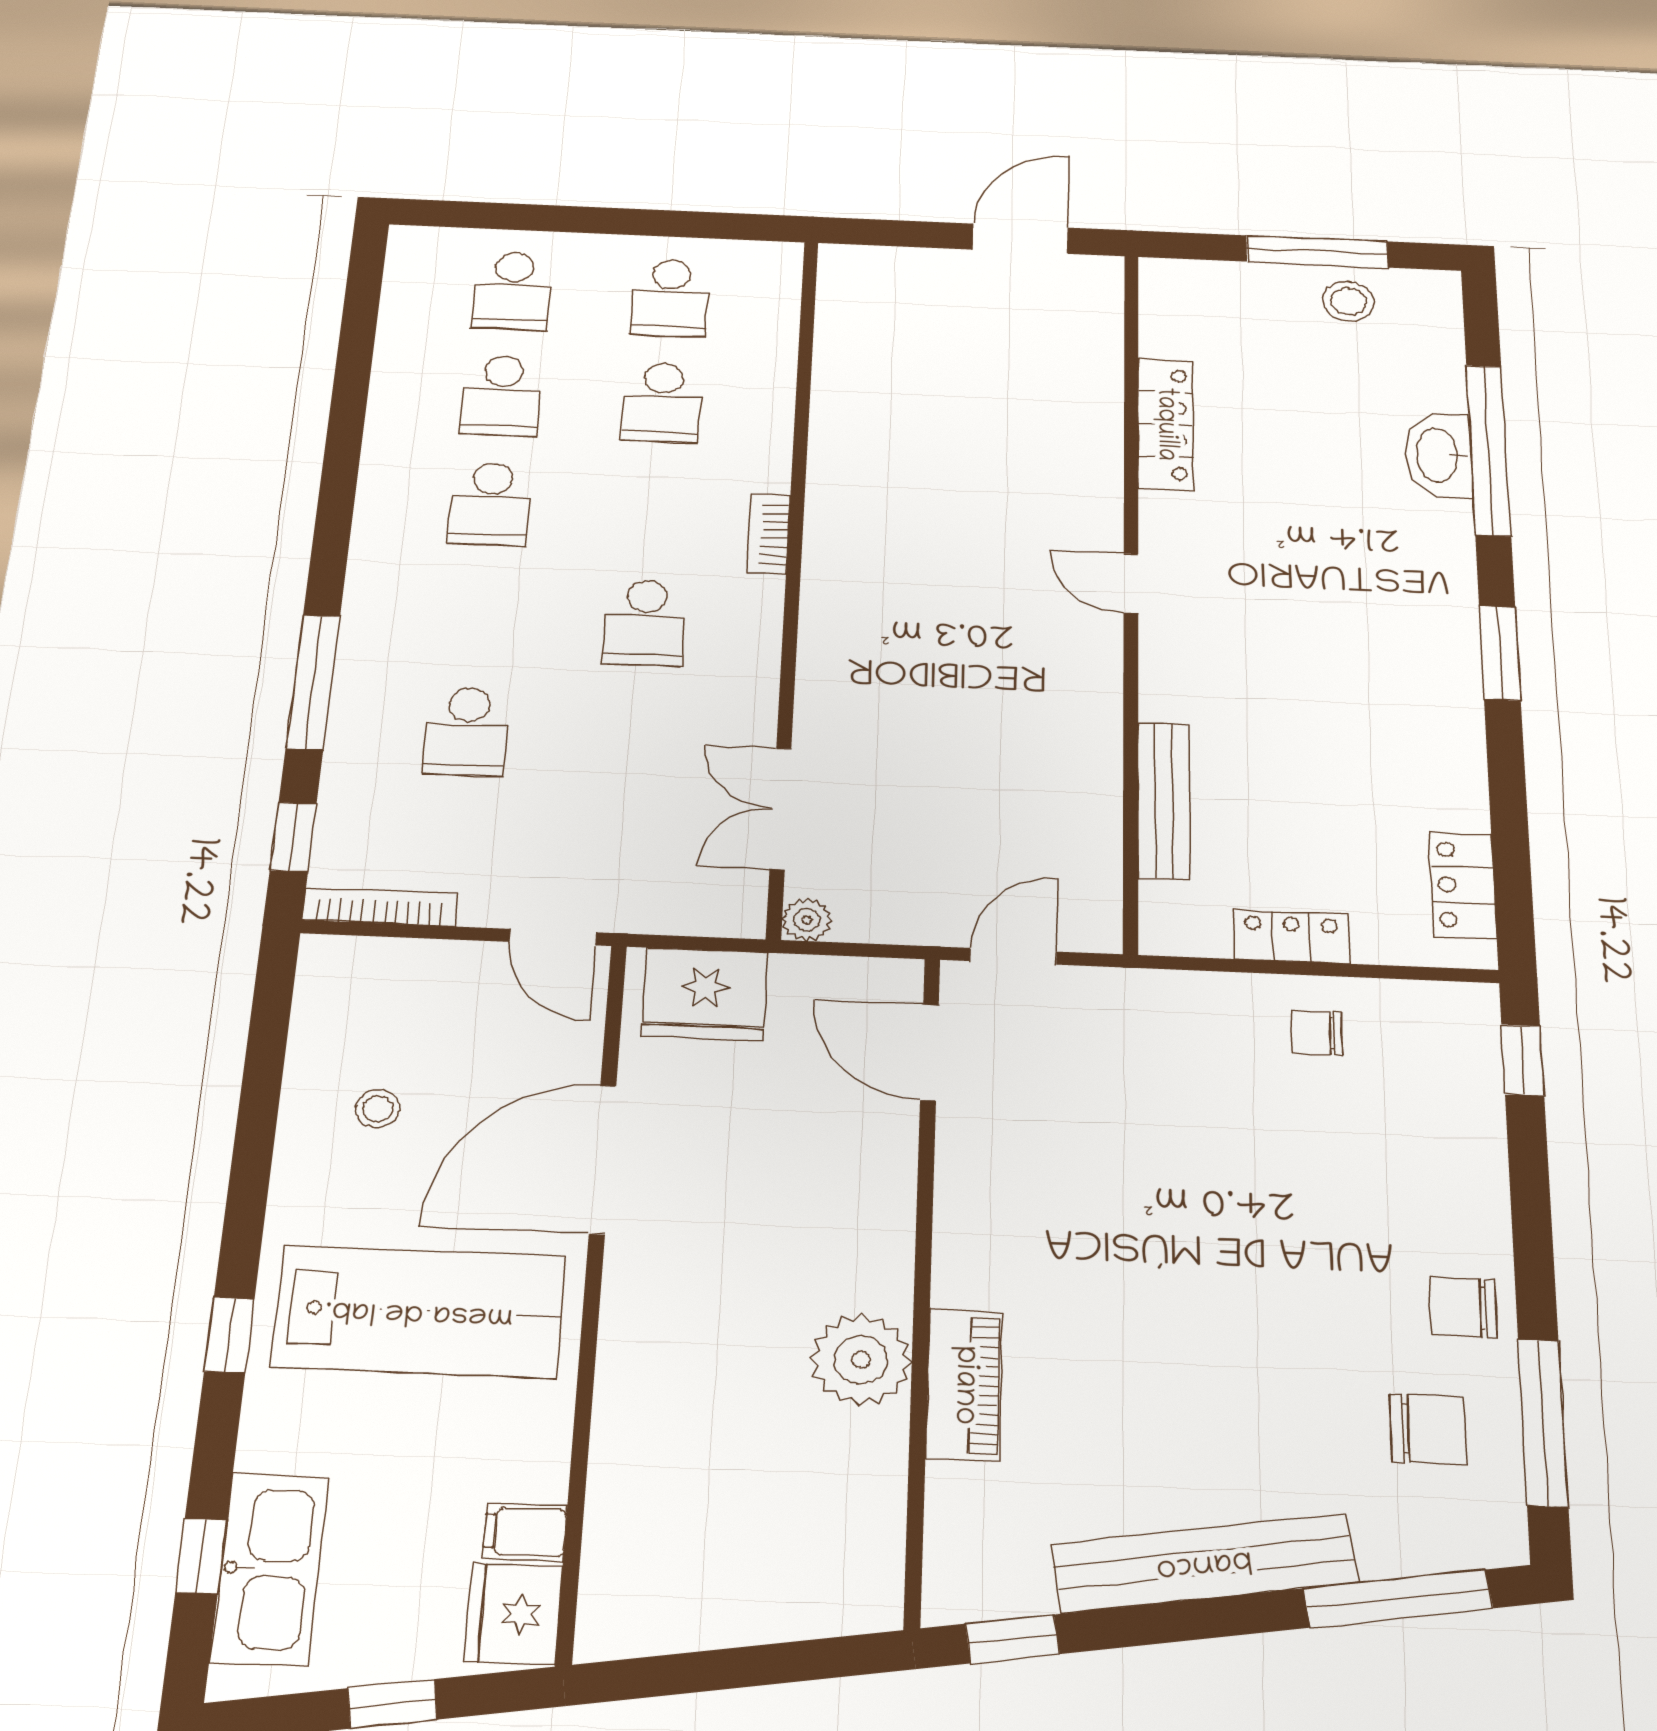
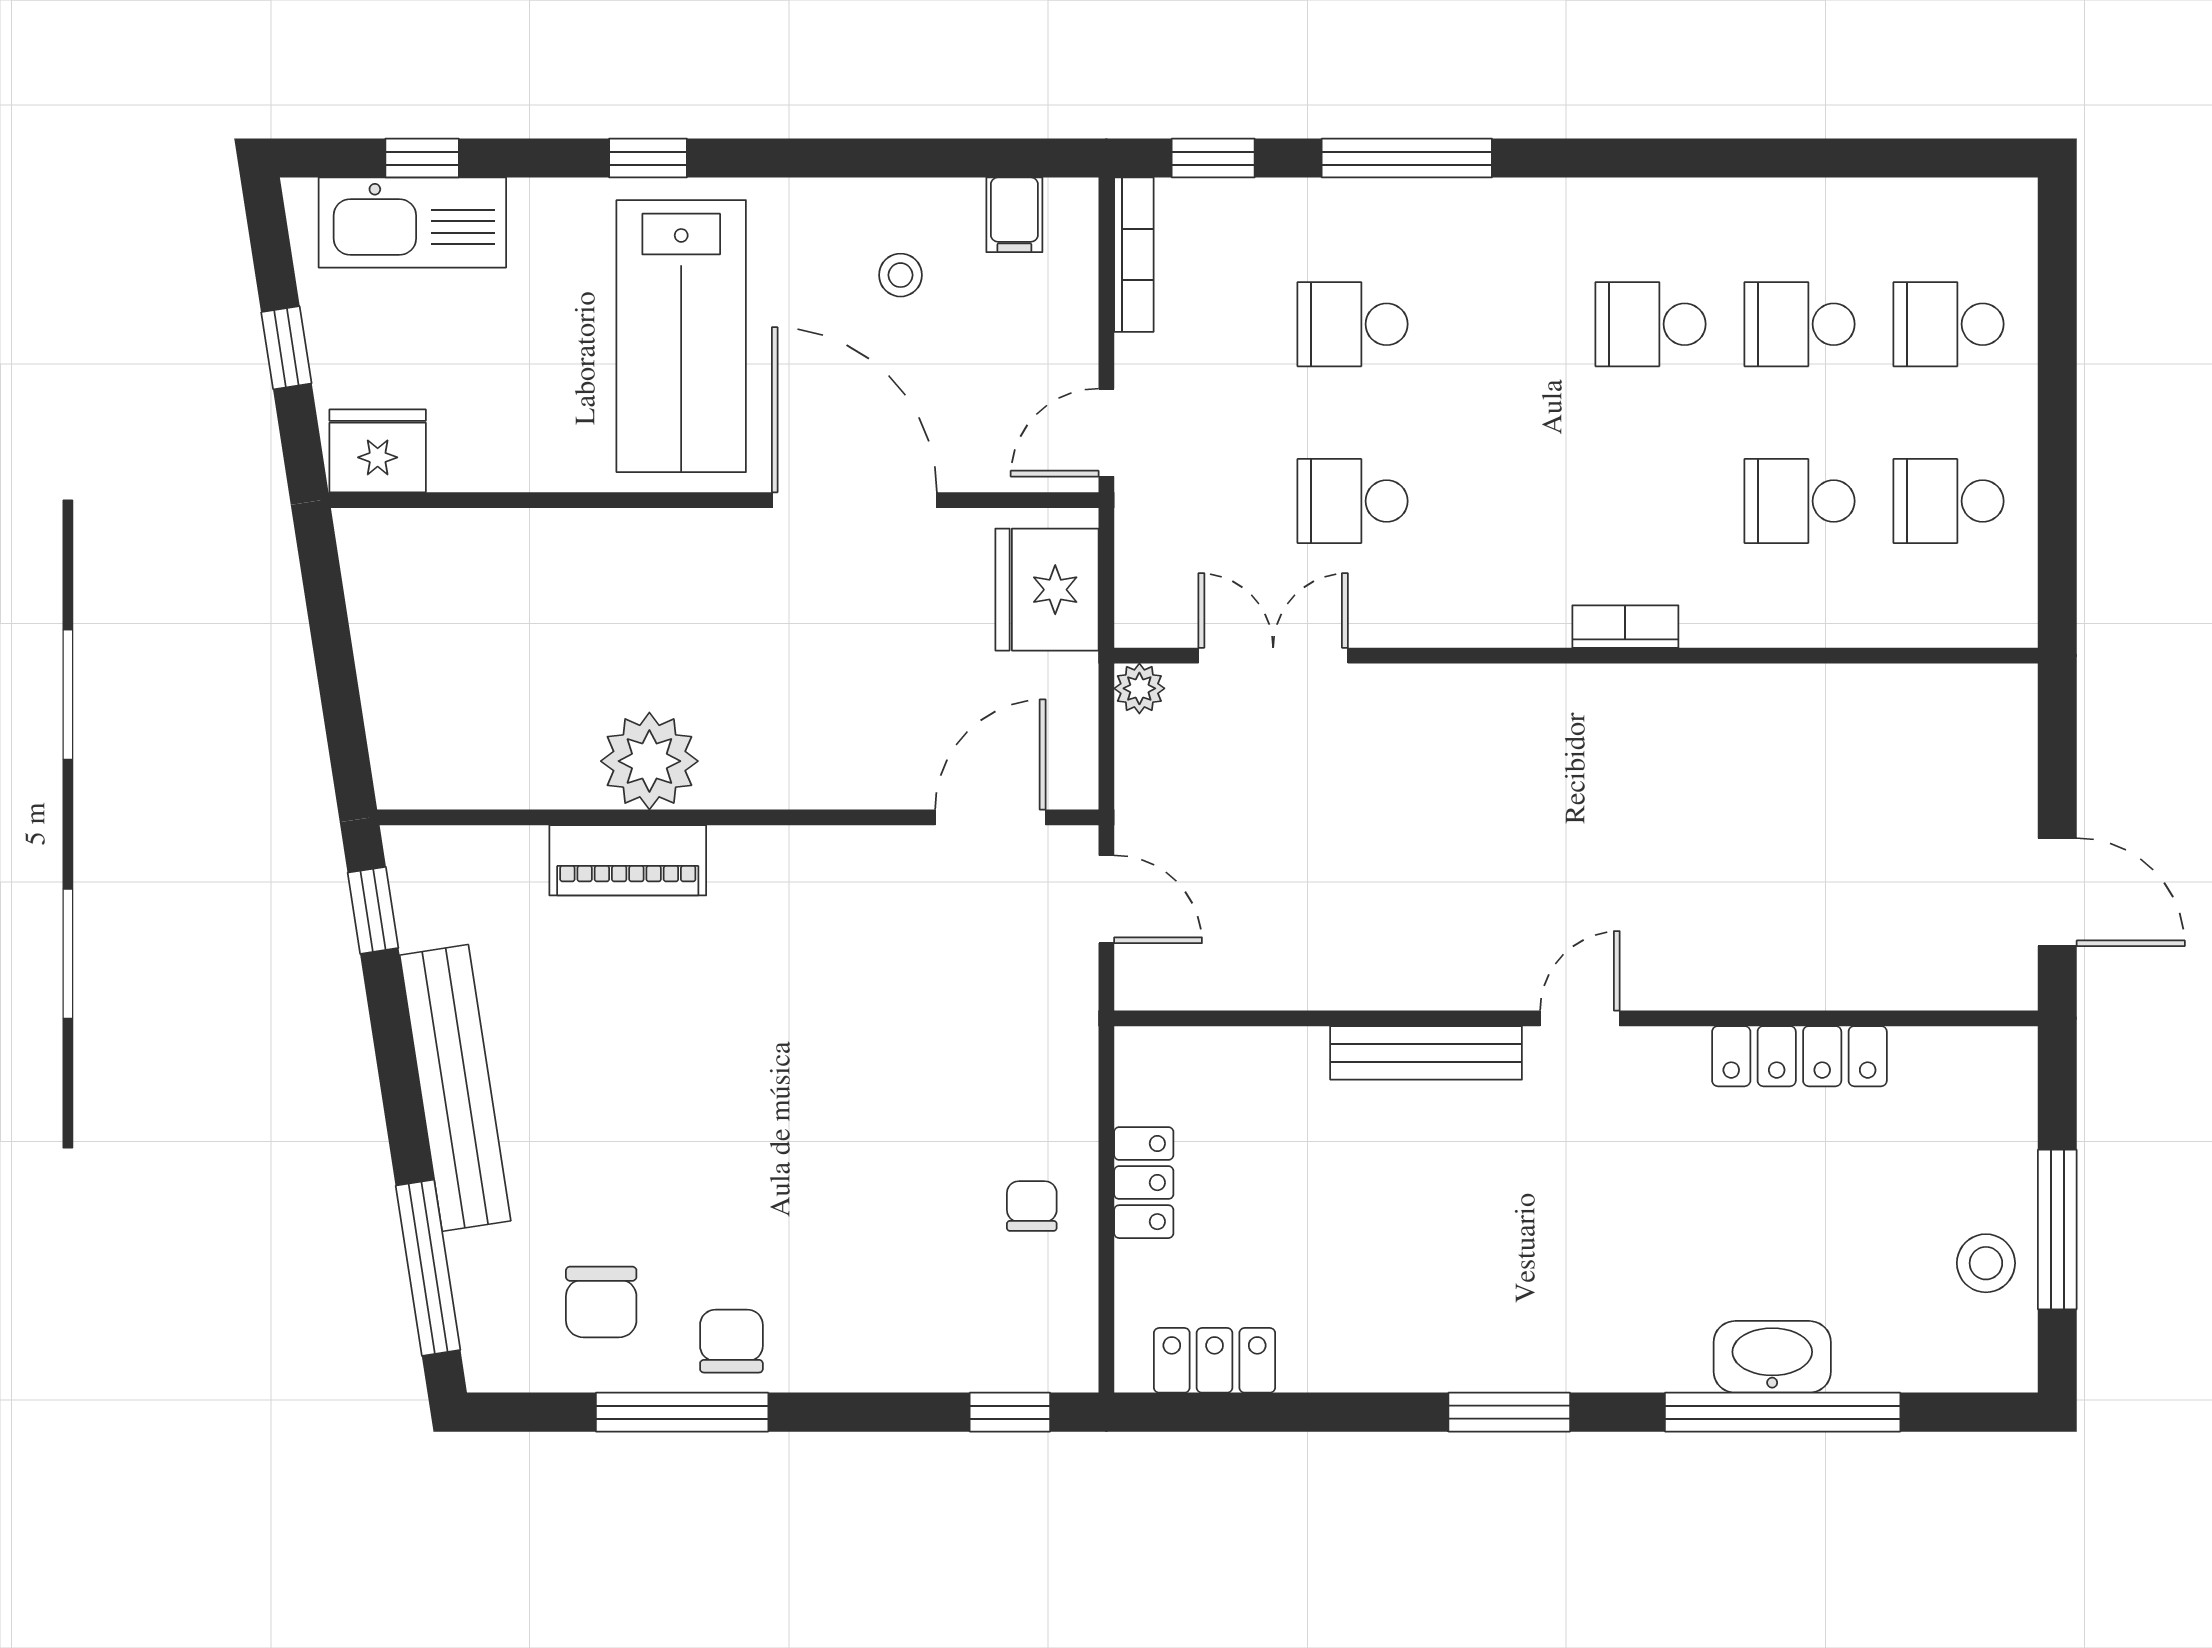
school desk: (645, 623) -> (1352, 501), moved
bench: (1164, 801) -> (1426, 1053), moved
window: (1543, 1422) -> (682, 1412), moved
filing cabinet: (525, 1532) -> (1014, 215), moved, turned 180

